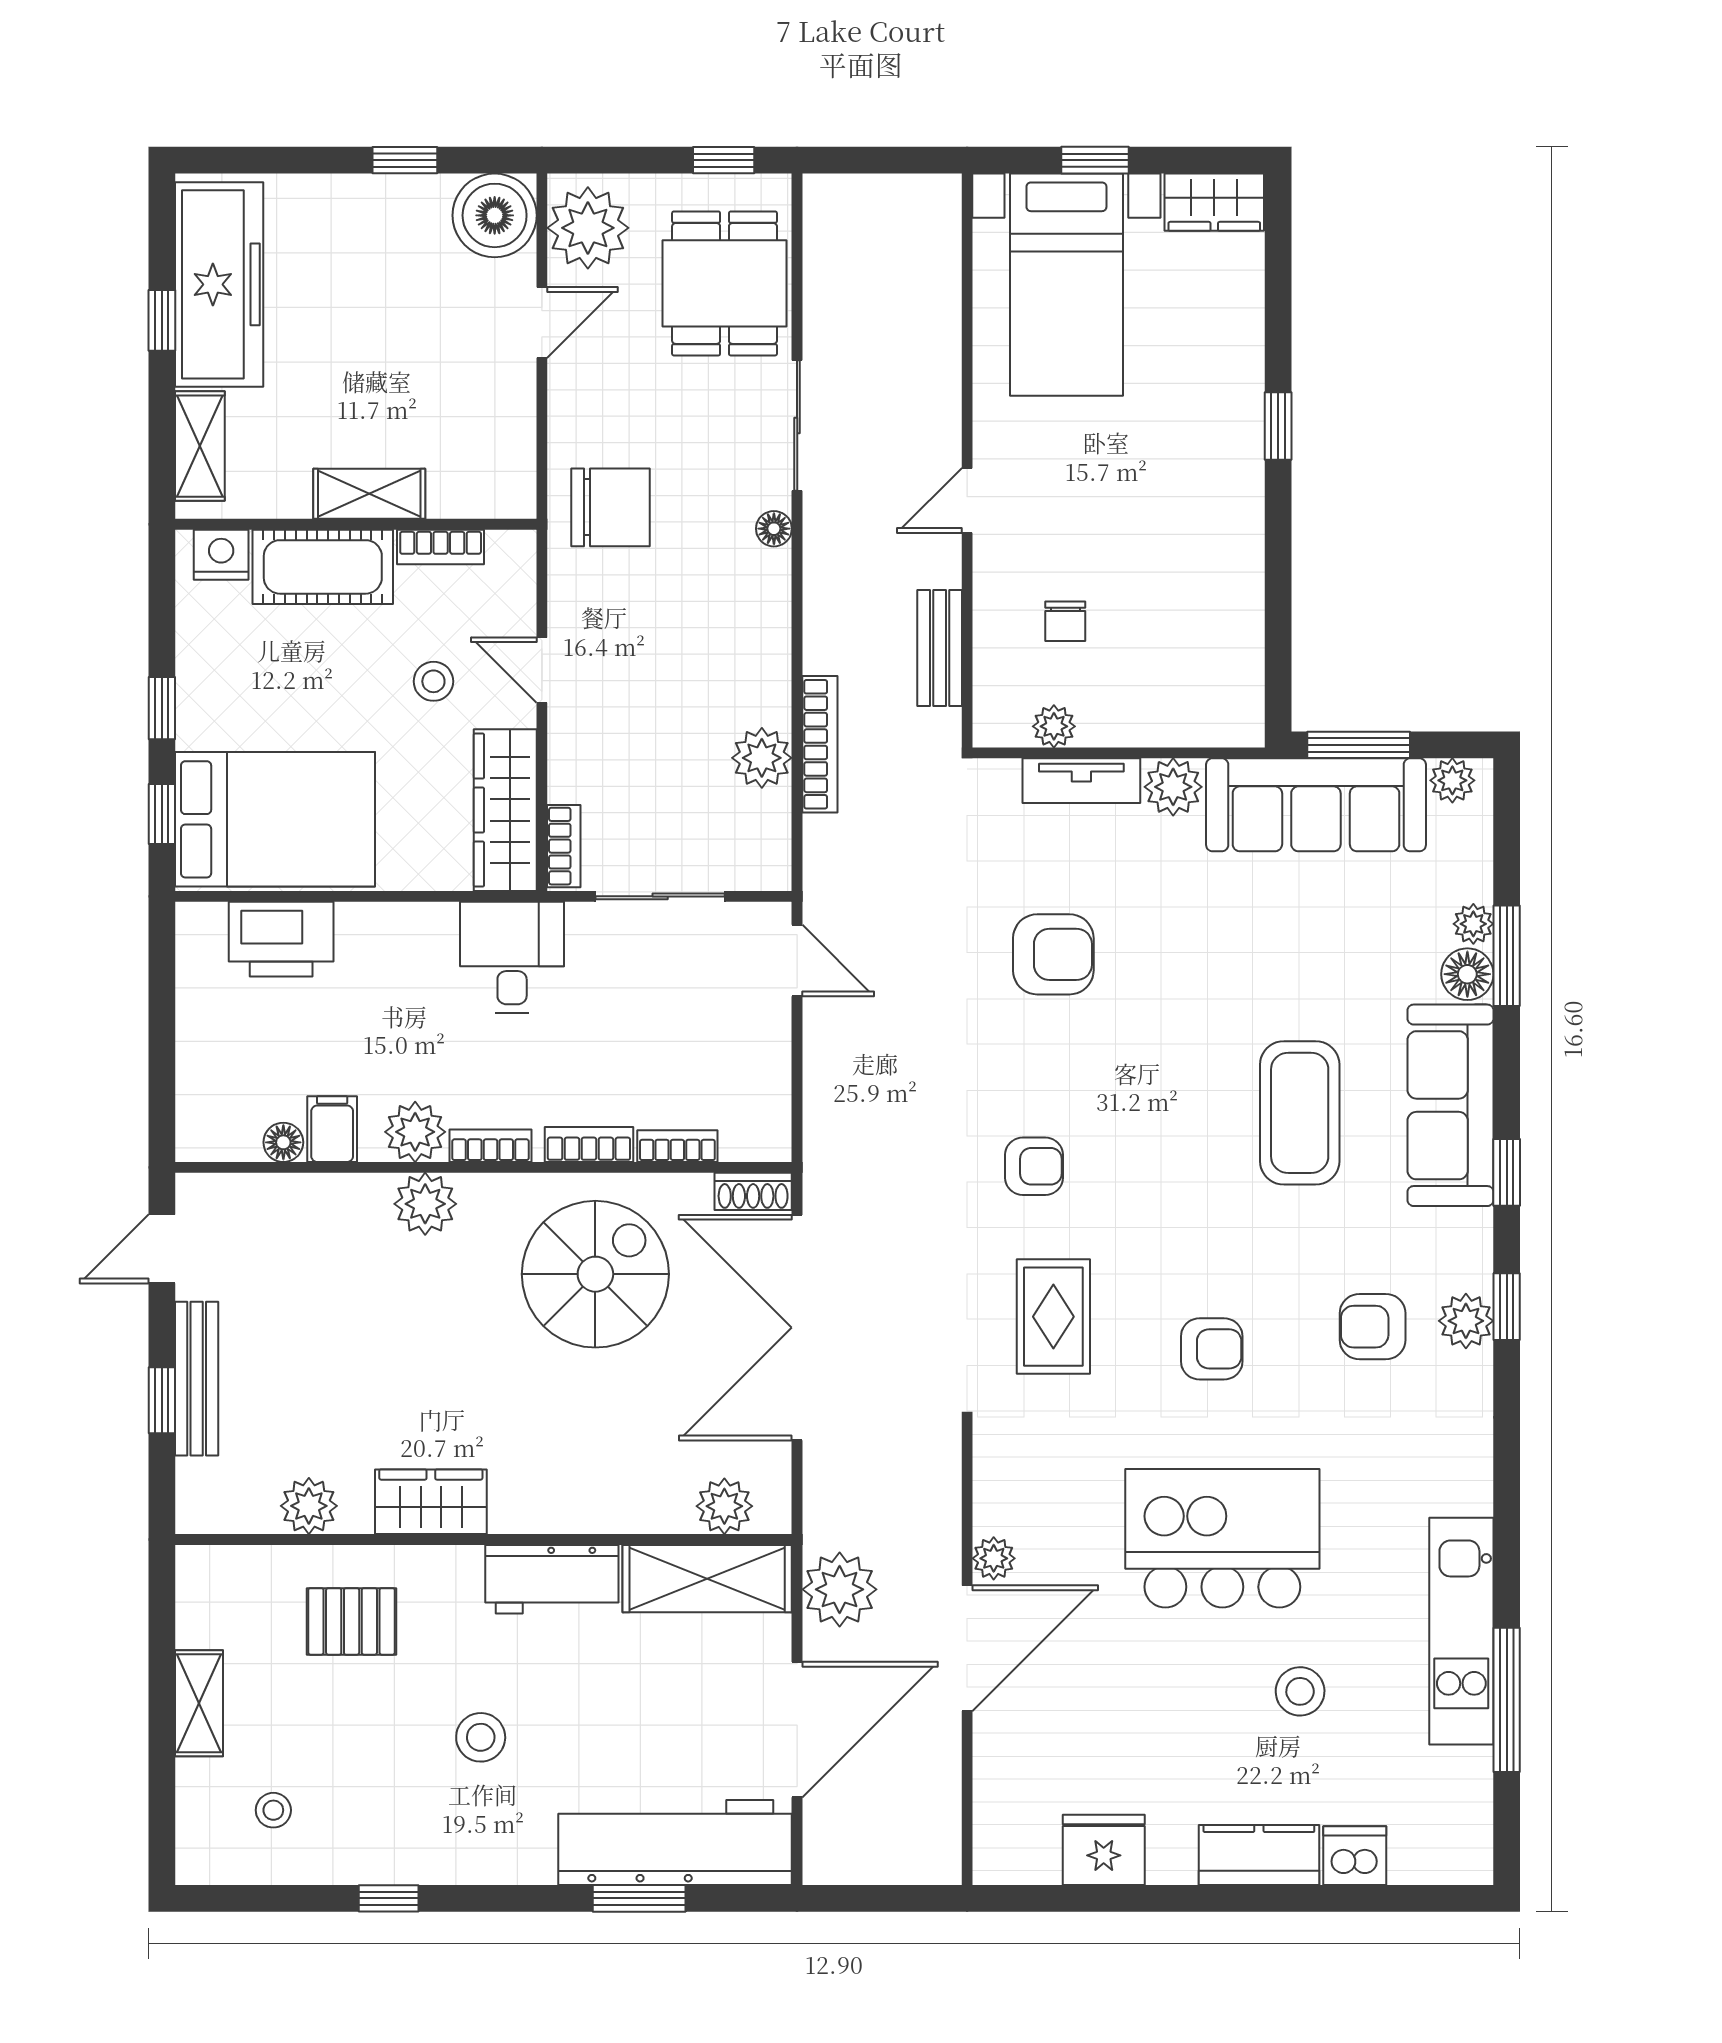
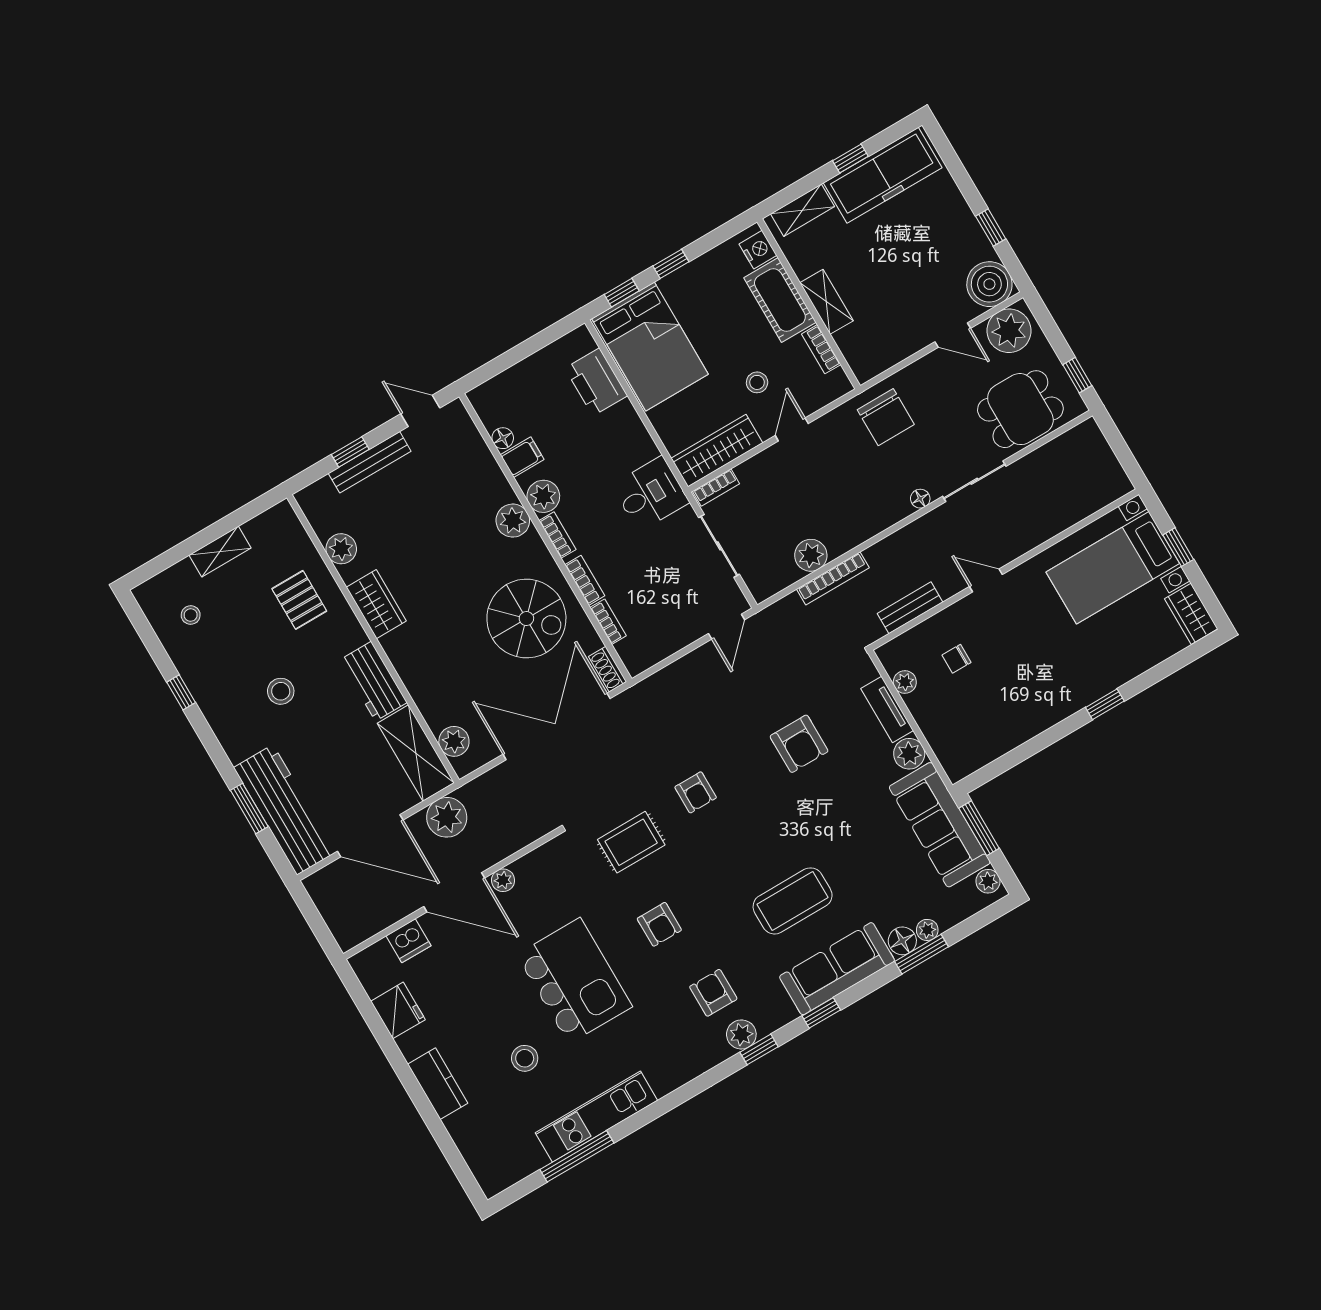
dishwasher: (1355, 1856) -> (409, 941), moved, turned 90

